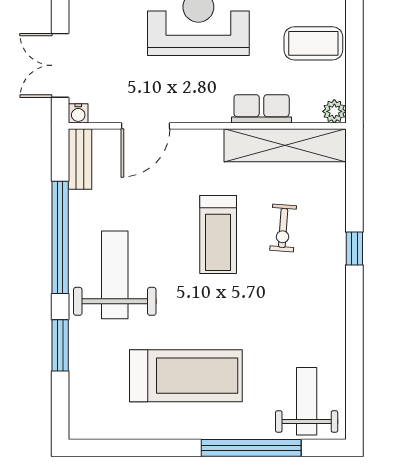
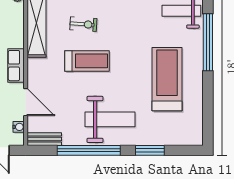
row of seats: (262, 109) -> (16, 66), moved
water cooler: (78, 113) -> (19, 127), moved
weight bench: (115, 275) -> (110, 119), turned 180

